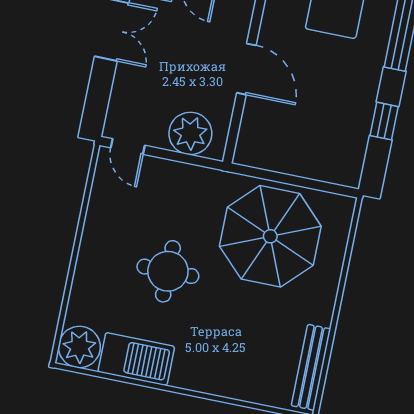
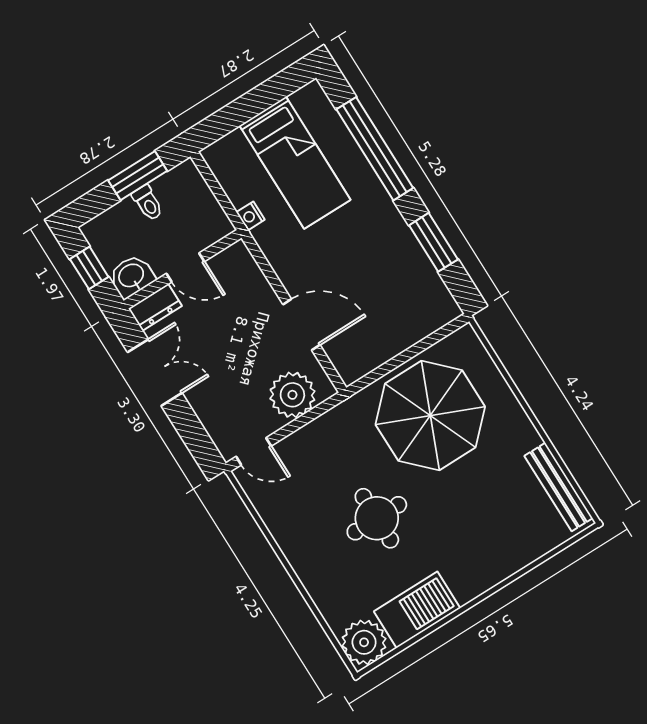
door: (246, 69) -> (301, 325), moved
window: (384, 121) -> (433, 242), width x1.50

